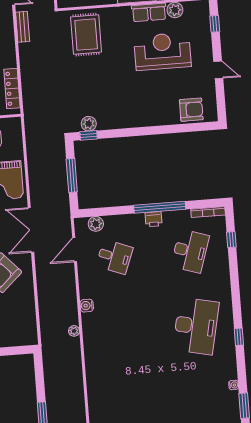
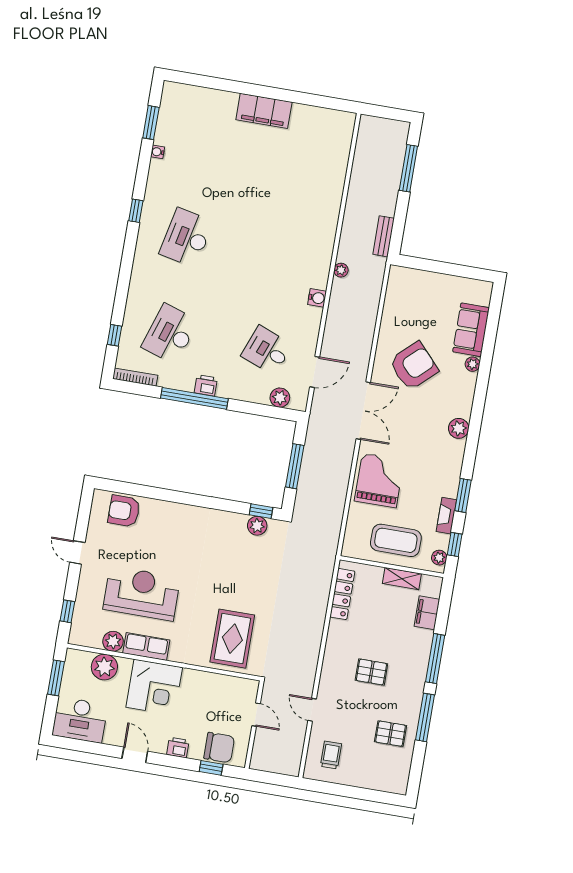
bench: (23, 27) -> (384, 236), moved
reception desk: (162, 51) -> (142, 593), turned 180
desk: (196, 326) -> (186, 238), width x0.73, depth x0.77

